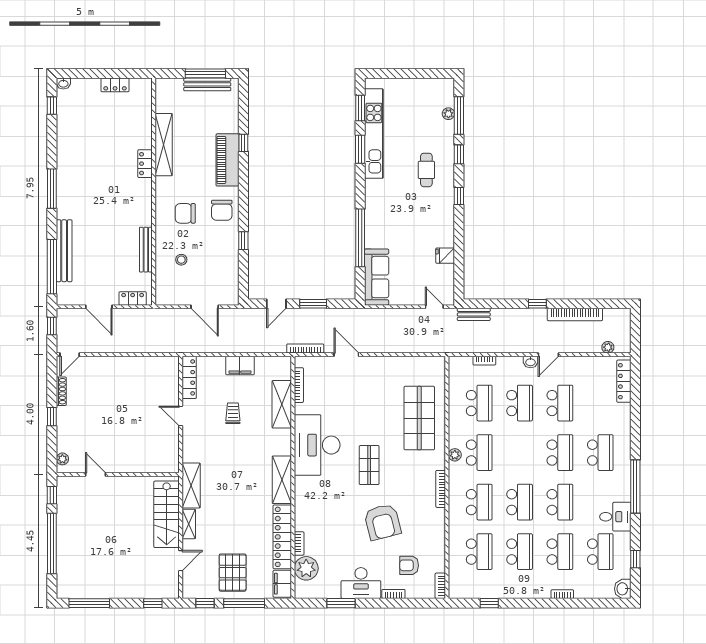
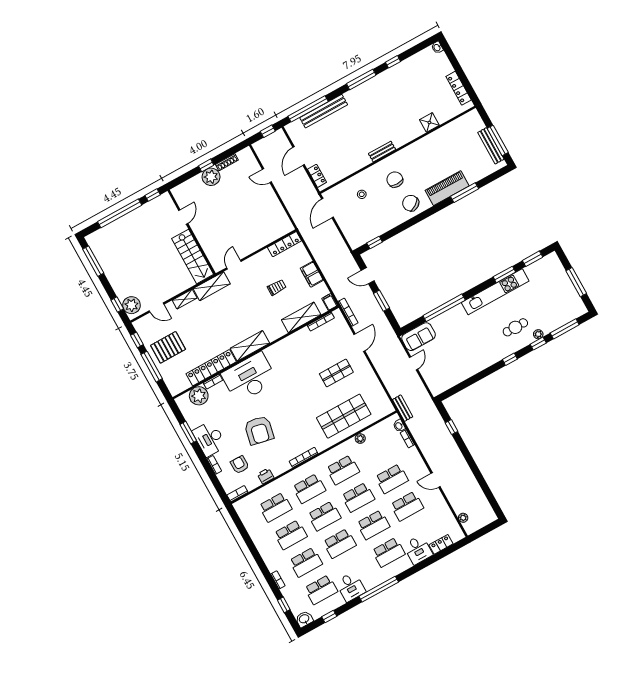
window: (414, 73) -> (576, 282), added
locker: (115, 85) -> (459, 88), width x1.53
window: (52, 106) -> (393, 62), moved
plant: (448, 114) -> (538, 334), moved
kitchen unit: (374, 134) -> (495, 292), moved
shower: (143, 139) -> (429, 122), added
window: (243, 143) -> (465, 193), width x2.17
shelving: (164, 145) -> (433, 139), removed
locker: (145, 164) -> (413, 133), removed
chair: (222, 210) -> (411, 203), turned 57
window: (243, 241) -> (375, 243), moved
bench: (146, 250) -> (382, 152), moved, width x0.73
fridge: (445, 256) -> (464, 372), removed
sofa: (377, 277) -> (419, 337), width x0.73
window: (537, 304) -> (451, 427), moved
door: (205, 307) -> (327, 208), moved
door: (434, 307) -> (414, 363), moved
bench: (474, 314) -> (403, 408), moved
bookcase: (575, 315) -> (473, 483), removed
door: (70, 355) -> (267, 176), moved
washbasin: (530, 362) -> (399, 426), moved
locker: (624, 381) -> (441, 544), width x0.66
school desk: (479, 403) -> (358, 497), moved
door: (181, 416) -> (234, 265), moved
desk: (616, 418) -> (418, 550), added
desk: (317, 445) -> (249, 377), moved
plant: (455, 455) -> (360, 439), moved
plant: (62, 459) -> (211, 177), moved, width x1.88, depth x1.88
shop shelf: (369, 465) -> (336, 373), moved
stairs: (167, 514) -> (193, 256), moved, turned -90
armchair: (383, 522) -> (259, 430), turned -64
printer: (438, 543) -> (266, 476), added
filing cabinet: (282, 584) -> (330, 302), moved, width x0.50
plant: (162, 587) -> (131, 305), added
window: (489, 603) -> (284, 605), moved

